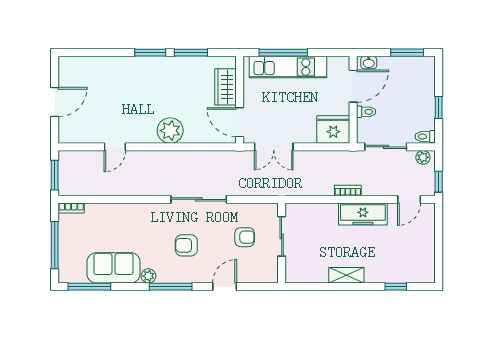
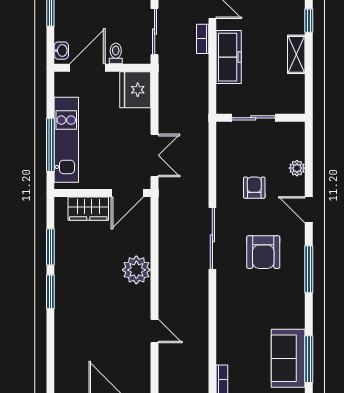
door: (353, 86) -> (87, 68), hinge flipped
bookcase: (348, 190) -> (203, 39), moved
sliding door: (282, 236) -> (253, 118), moved
wall: (282, 243) -> (261, 118), moved
armchair: (186, 245) -> (263, 252), width x1.38, depth x1.38
sofa: (113, 268) -> (288, 358), moved
shelving: (346, 275) -> (296, 54), moved
plant: (148, 276) -> (297, 168), moved

